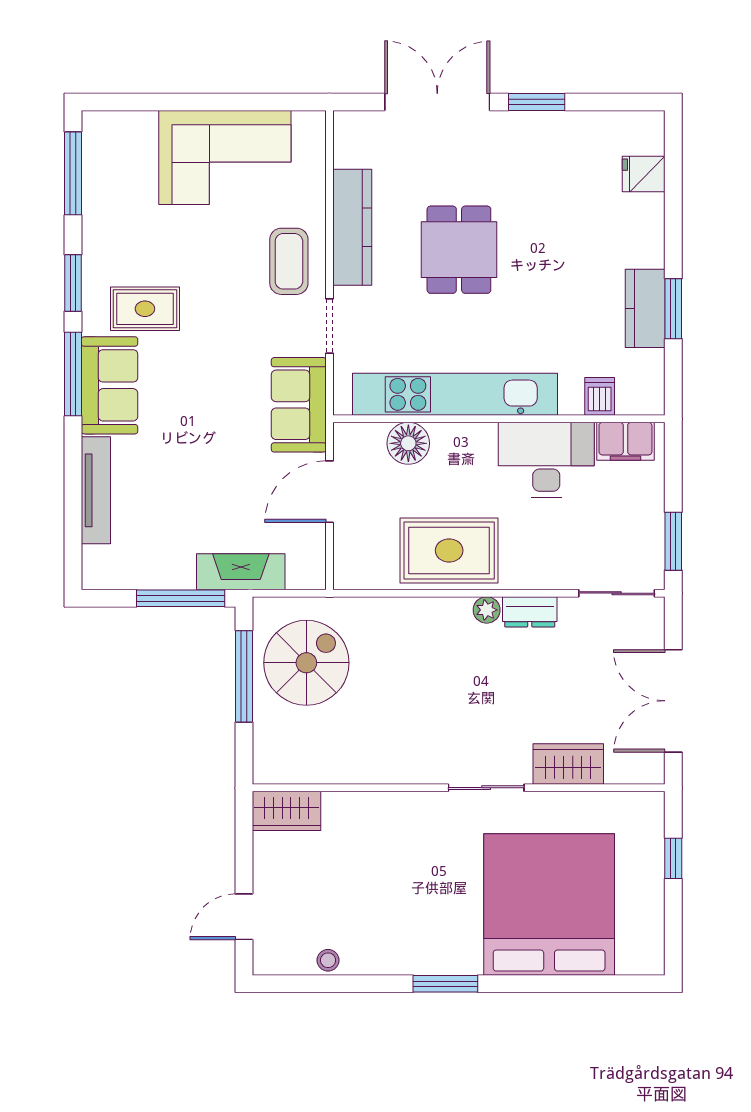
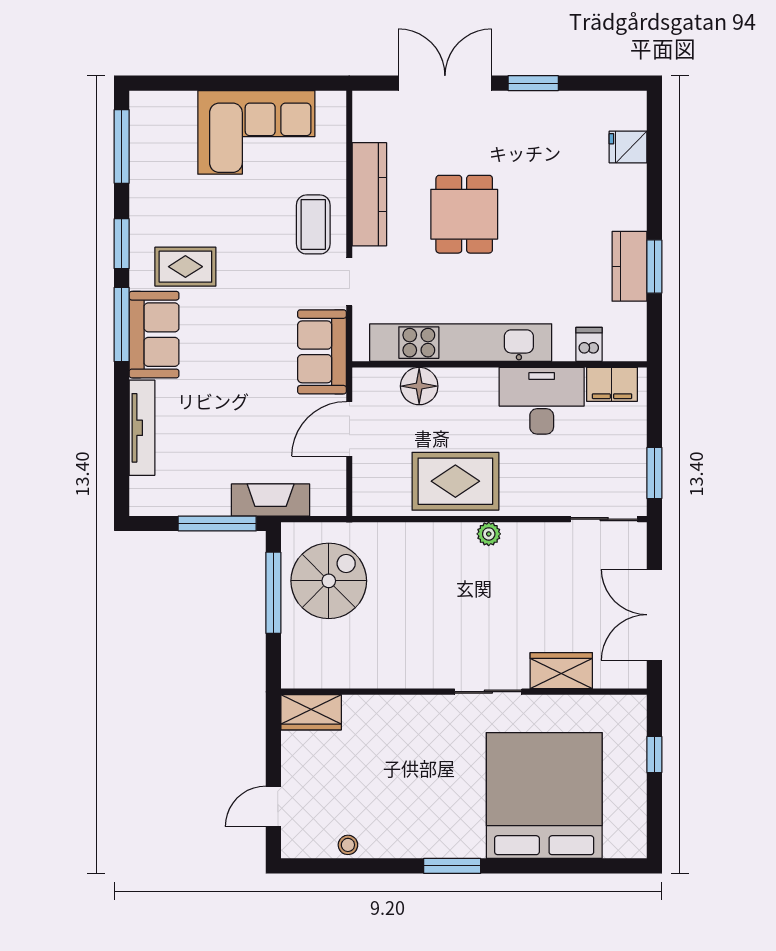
dresser: (530, 612) -> (527, 536), removed

